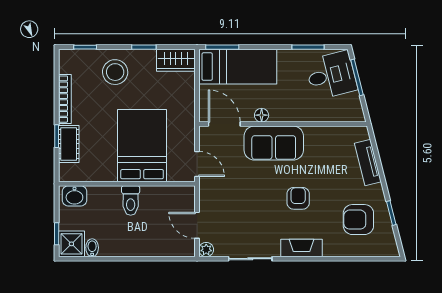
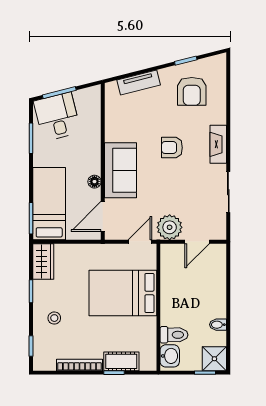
stool: (115, 72) -> (54, 318), width x0.53, depth x0.53
toilet: (131, 200) -> (174, 335), moved
bidet: (92, 248) -> (218, 325), moved
plant: (206, 250) -> (170, 227), moved, width x1.88, depth x1.88

